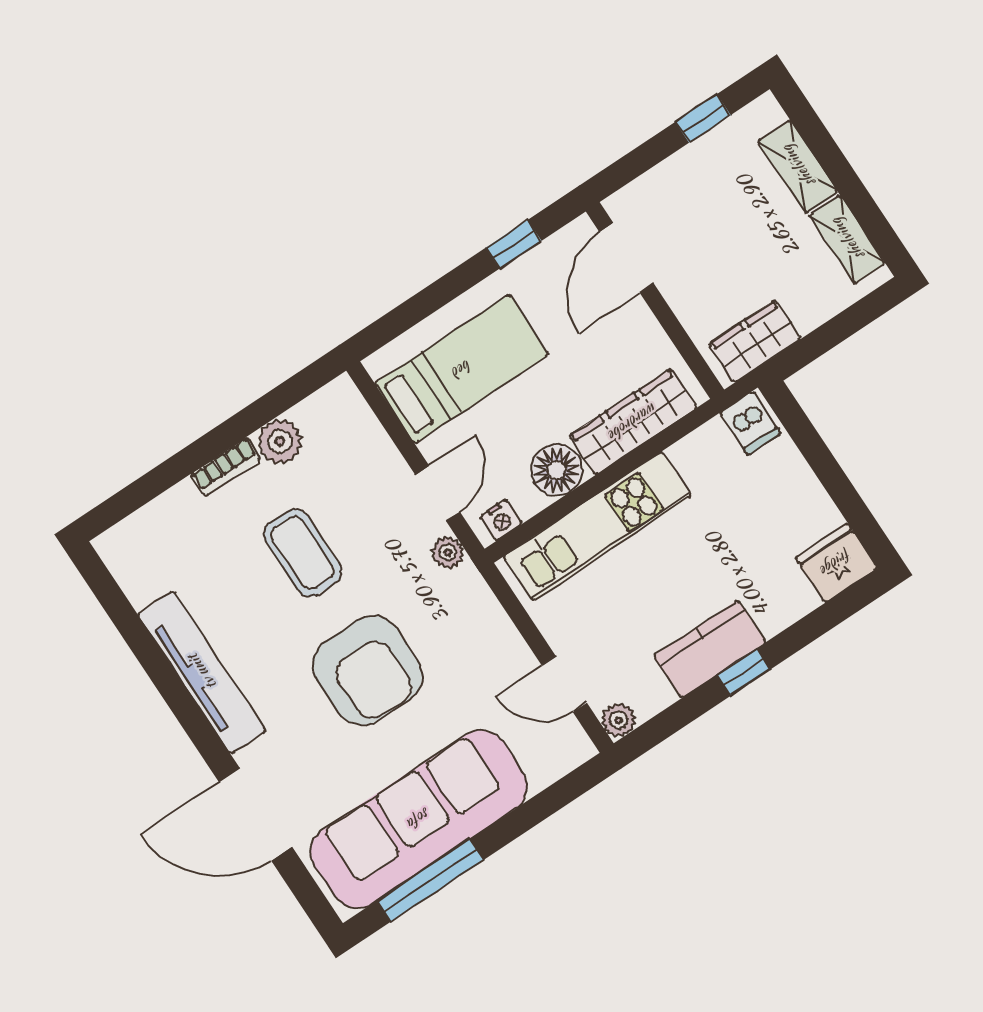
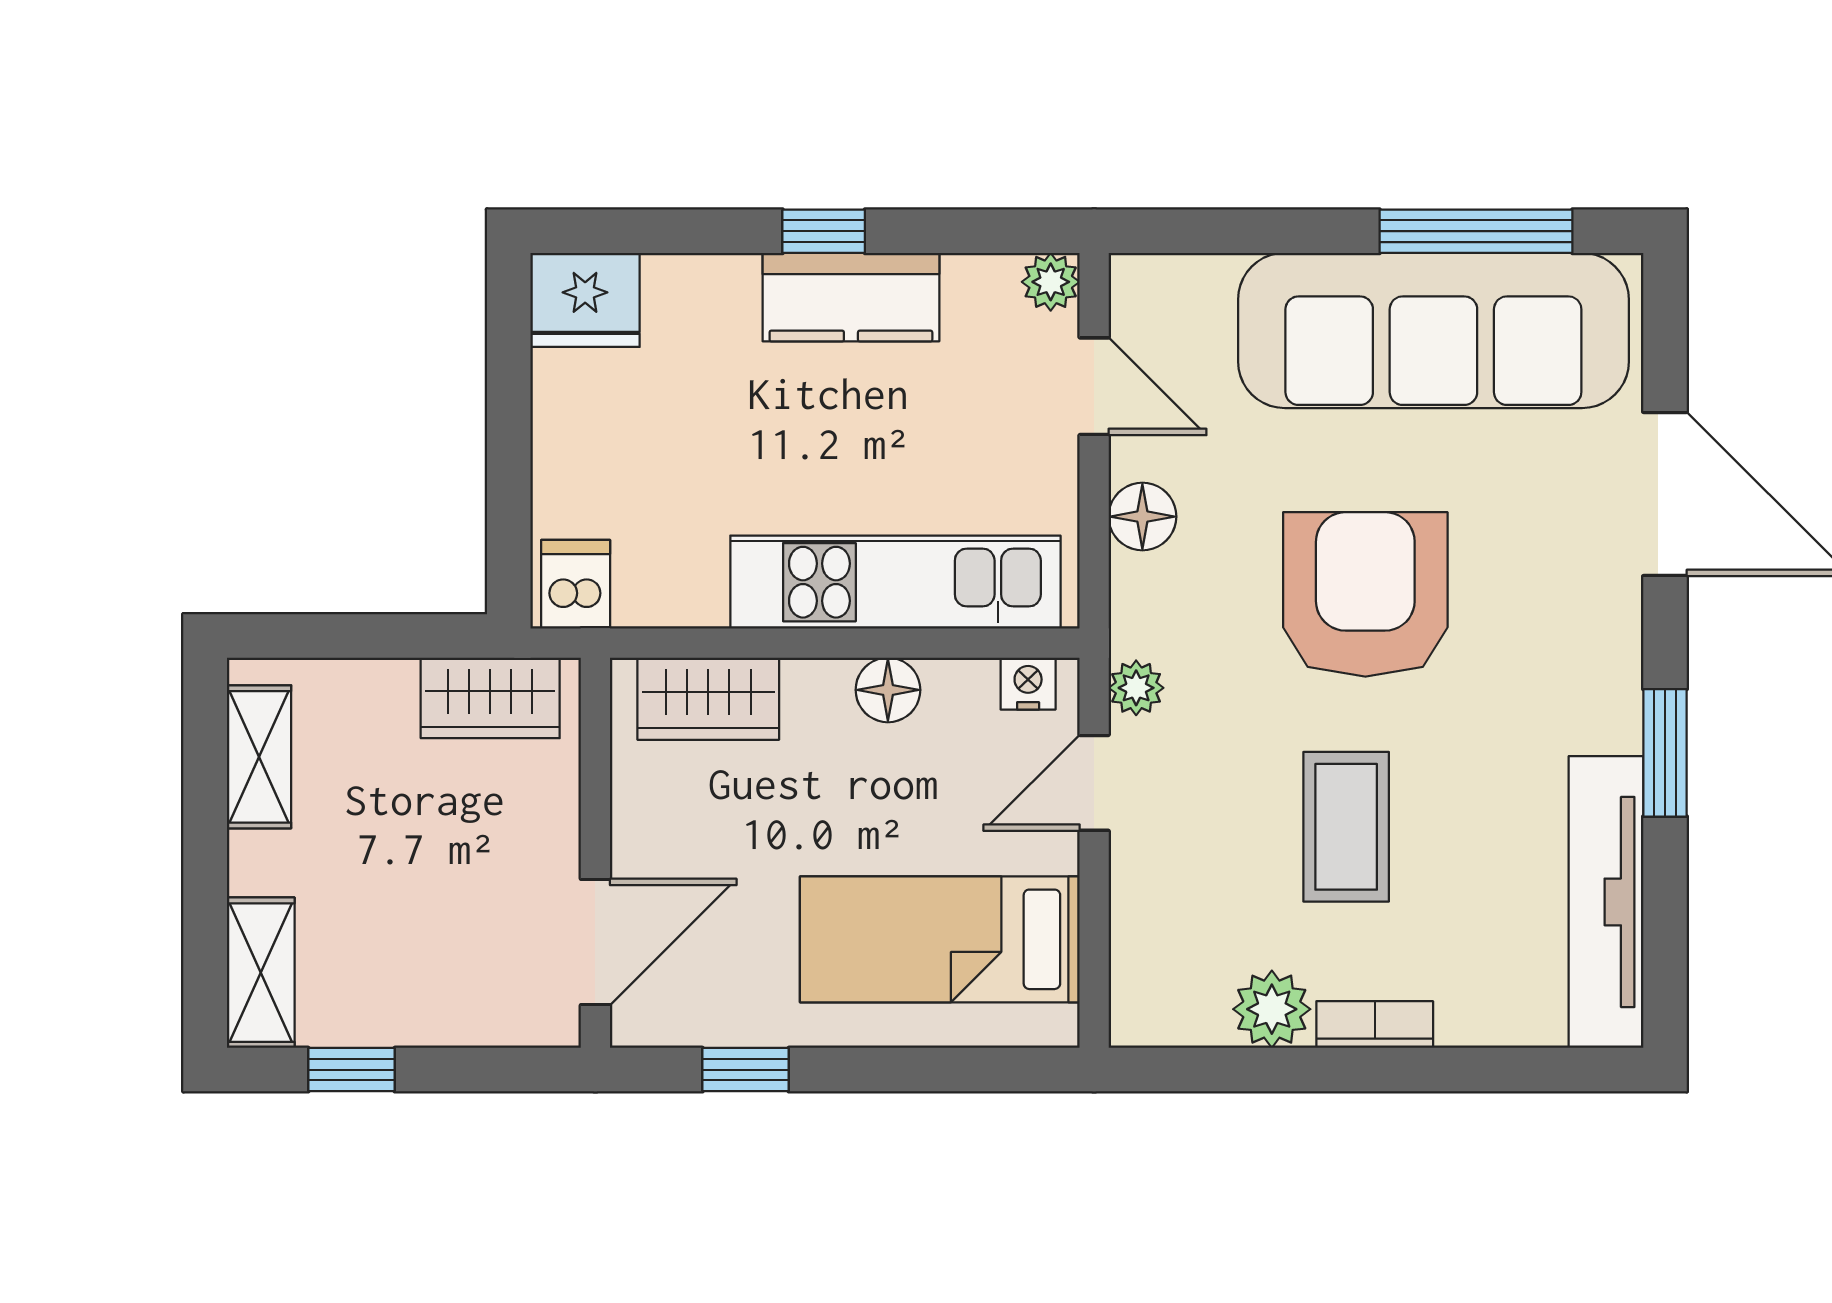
shelving: (798, 166) -> (261, 973), moved
wardrobe: (633, 422) -> (708, 699), width x0.67
floor lamp: (557, 470) -> (888, 690), width x0.73, depth x0.73
floor lamp: (499, 637) -> (1142, 517), added
tv unit: (202, 672) -> (1606, 902), moved
window: (173, 690) -> (1665, 753), added

